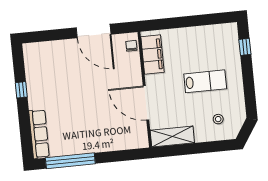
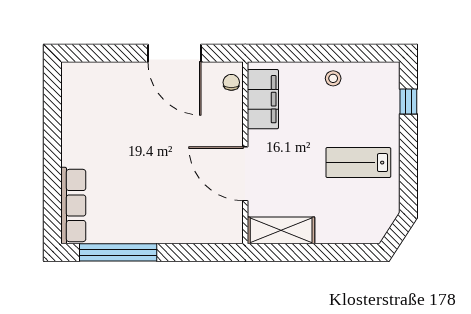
lab bench: (205, 81) -> (358, 163), moved, turned 180
window: (21, 90) -> (52, 134), removed
stool: (218, 119) -> (333, 78), moved

